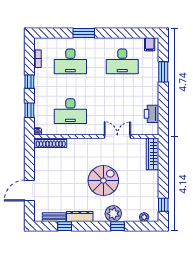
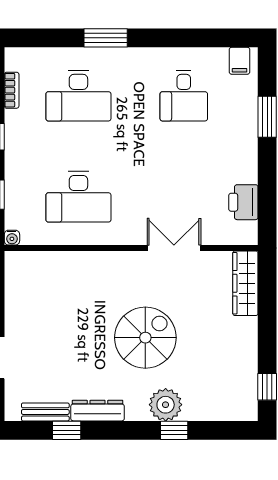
desk: (122, 61) -> (184, 96), width x0.73
shoe rack: (51, 143) -> (38, 261), removed
plant: (144, 217) -> (228, 412), removed

